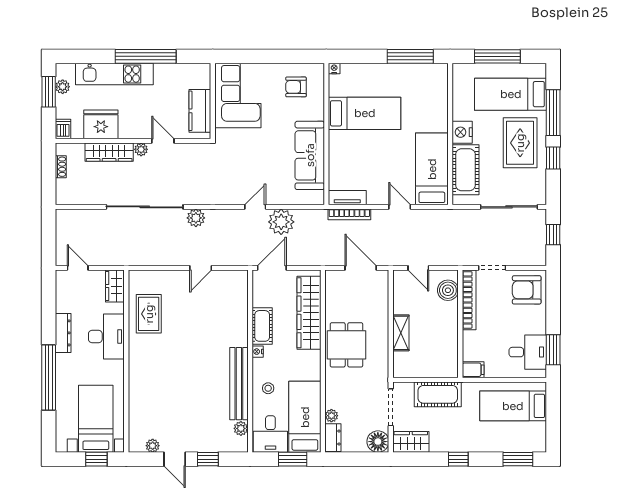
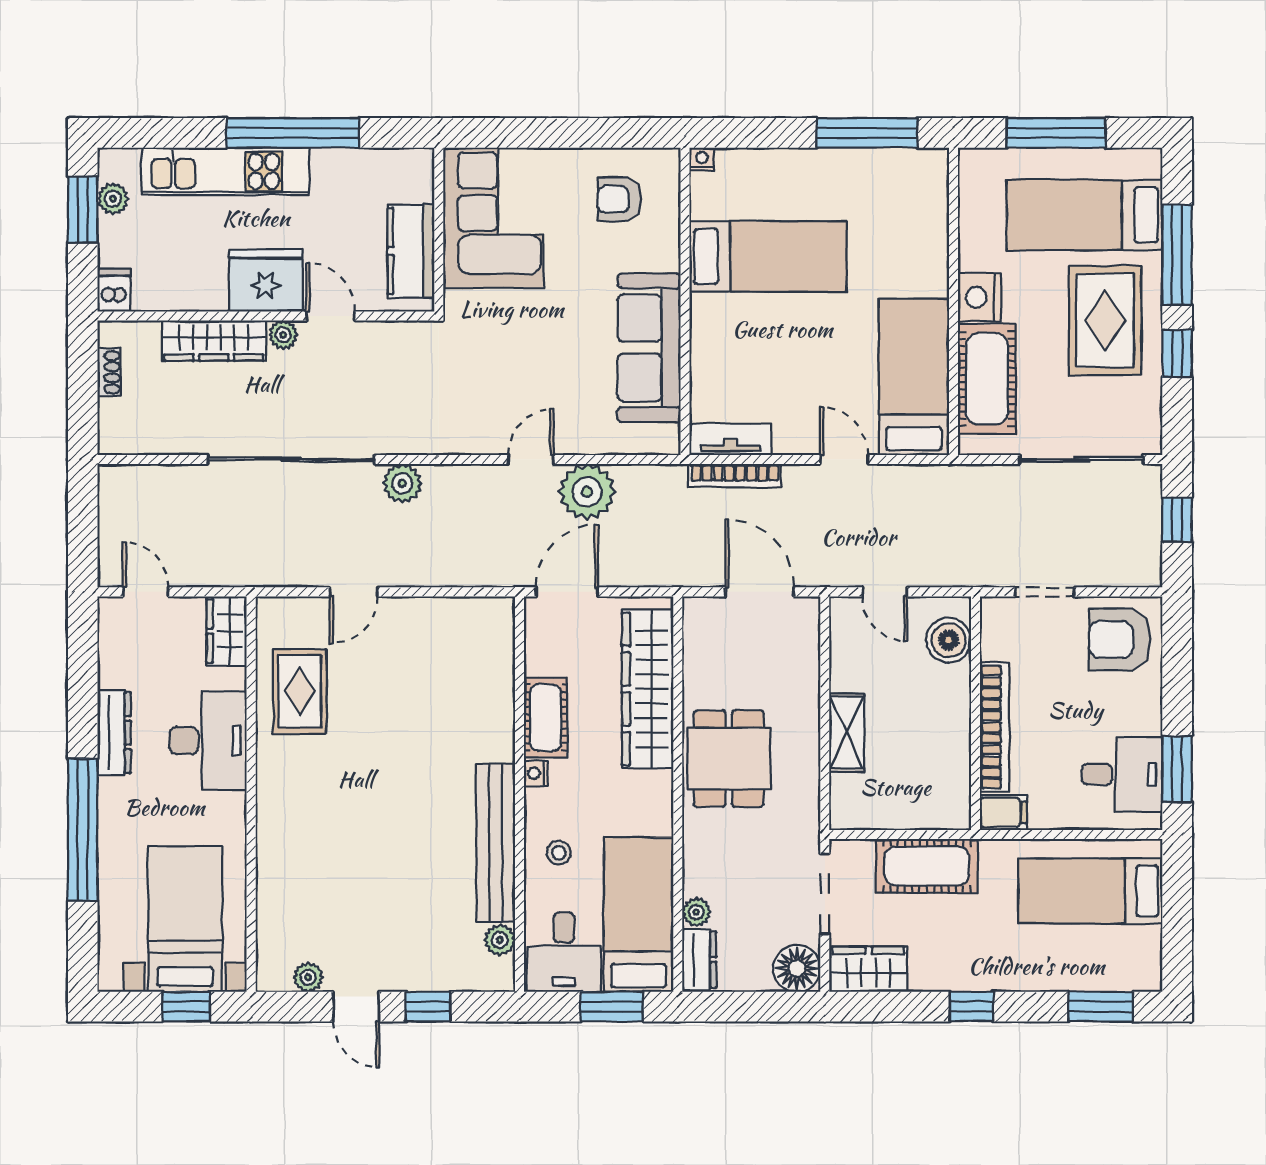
fridge: (101, 124) -> (266, 280), moved
door: (201, 268) -> (354, 592), moved
bookcase: (469, 300) -> (995, 727), moved

